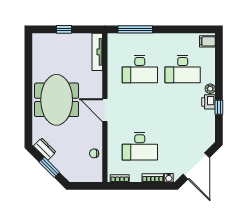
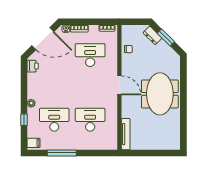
window: (64, 29) -> (154, 153), removed
window: (135, 29) -> (62, 153), moved
printer: (209, 102) -> (33, 66), moved
window: (219, 107) -> (24, 120), moved
dresser: (45, 149) -> (152, 35), moved
door: (196, 166) -> (43, 39), swing flipped

